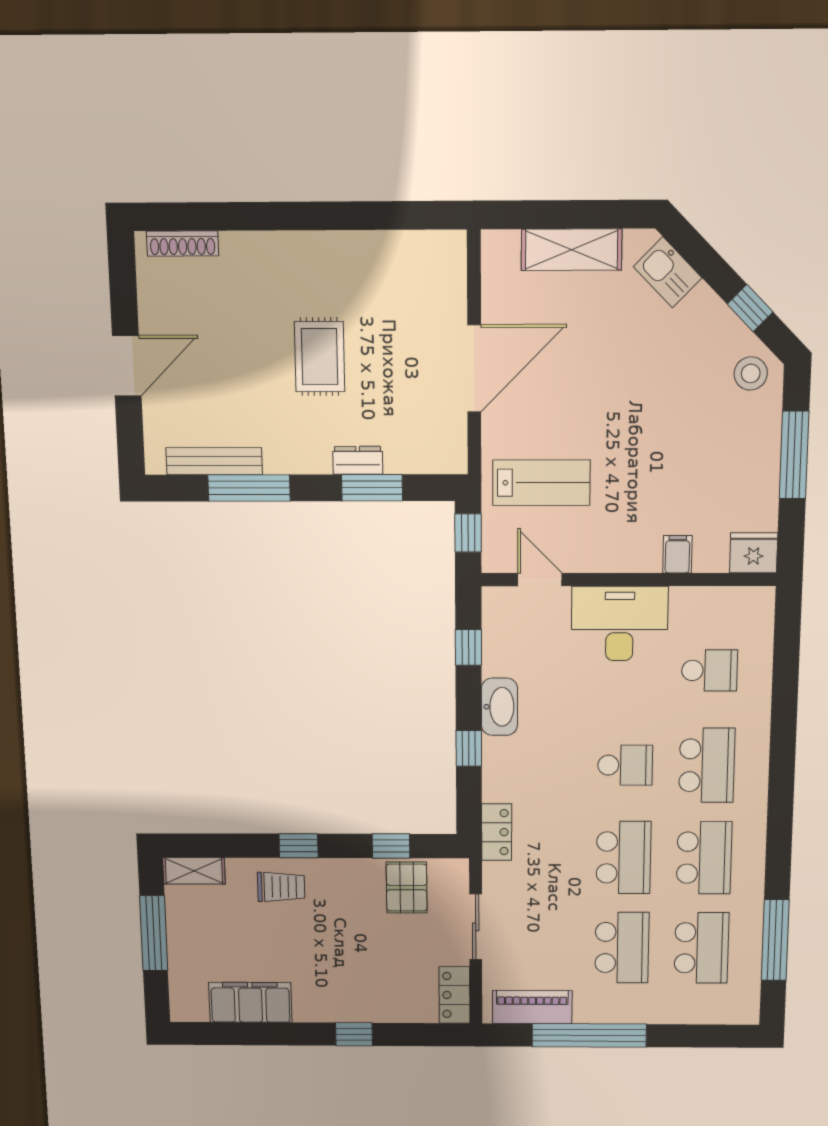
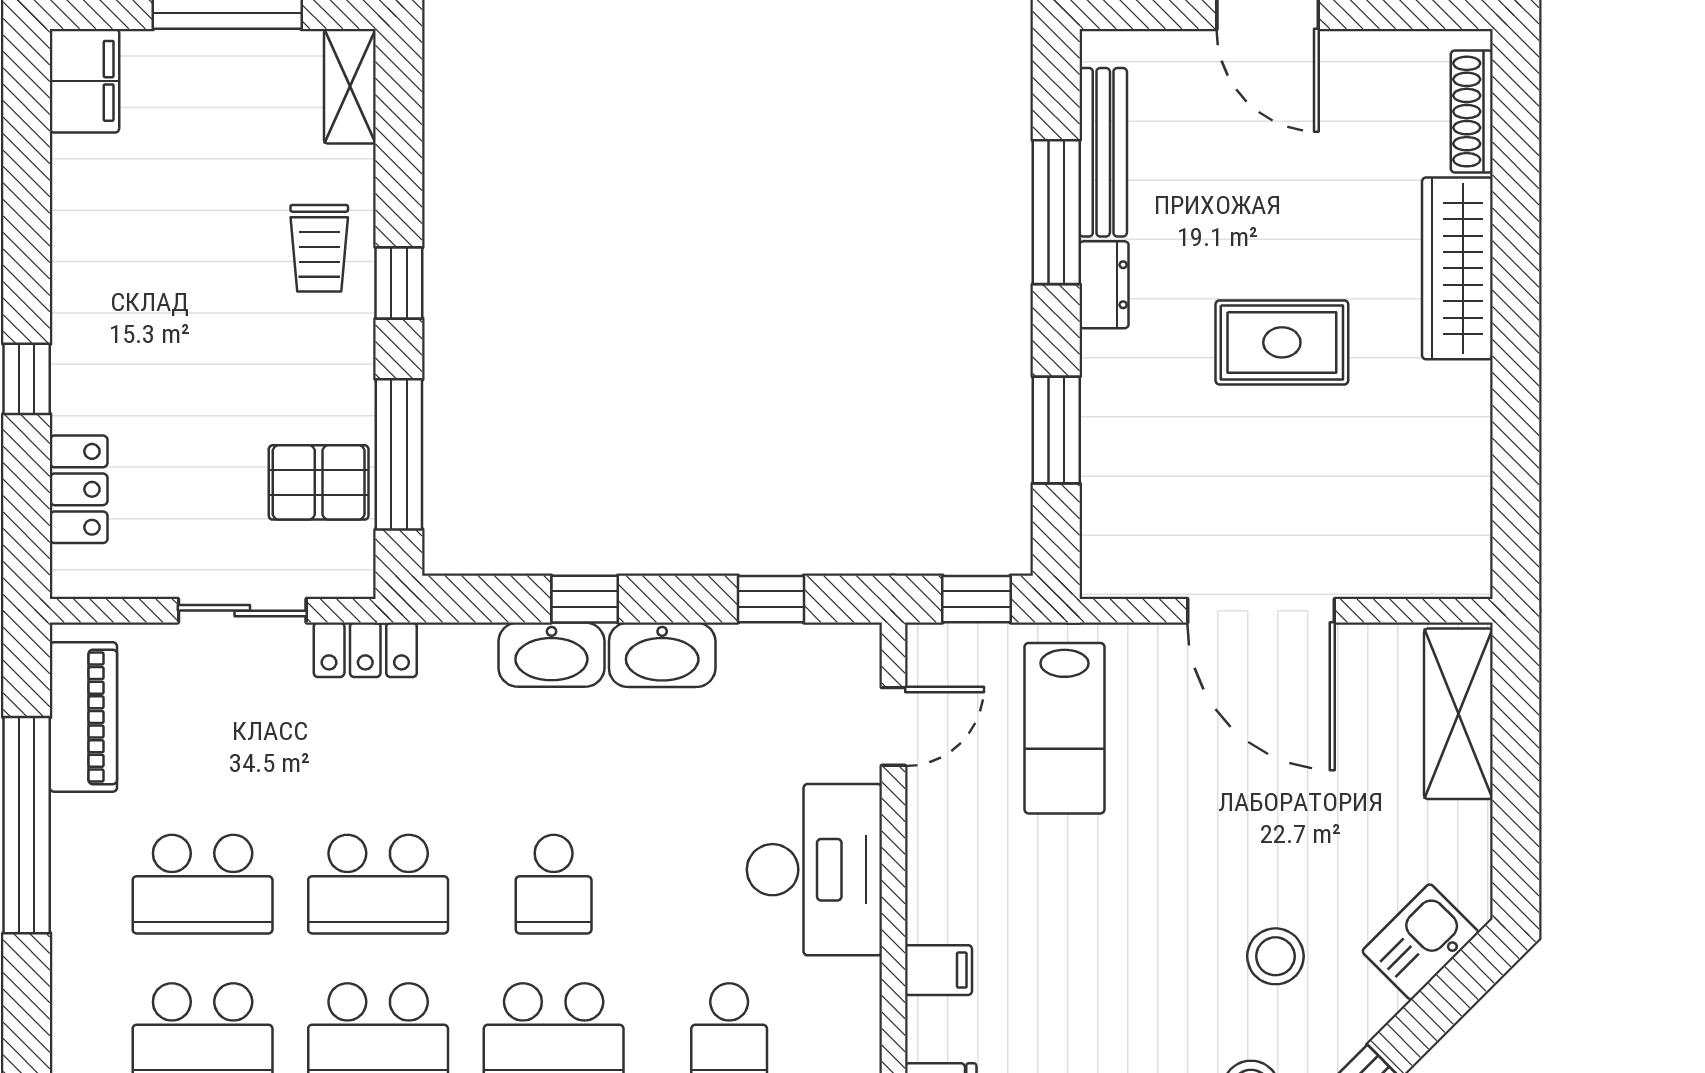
shelving: (571, 250) -> (1458, 714), moved
wardrobe: (274, 252) -> (1457, 268), added
stool: (674, 359) -> (1275, 956), added
dresser: (358, 460) -> (1104, 285), moved
washbasin: (499, 766) -> (551, 655), added
locker: (497, 832) -> (365, 650), moved
window: (391, 846) -> (399, 454), width x2.17
locker: (454, 995) -> (79, 489), moved, turned 90
filing cabinet: (250, 1002) -> (84, 81), moved, width x0.67, depth x0.86

